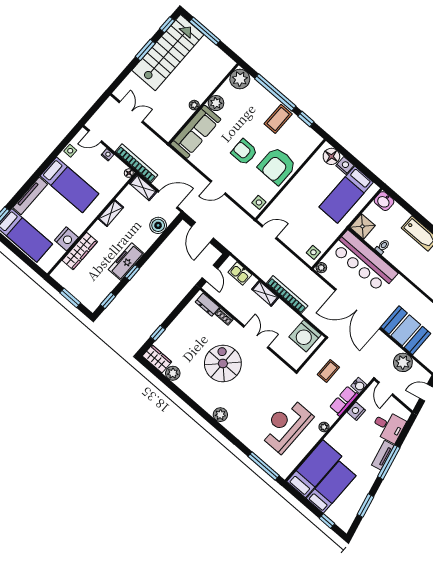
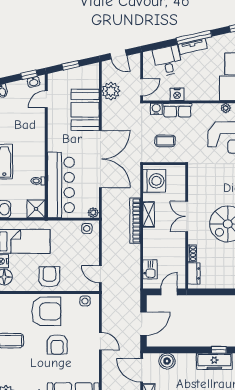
armchair: (301, 191) -> (49, 277), added
shelving: (265, 294) -> (149, 214), moved
plant: (324, 427) -> (226, 108), moved

